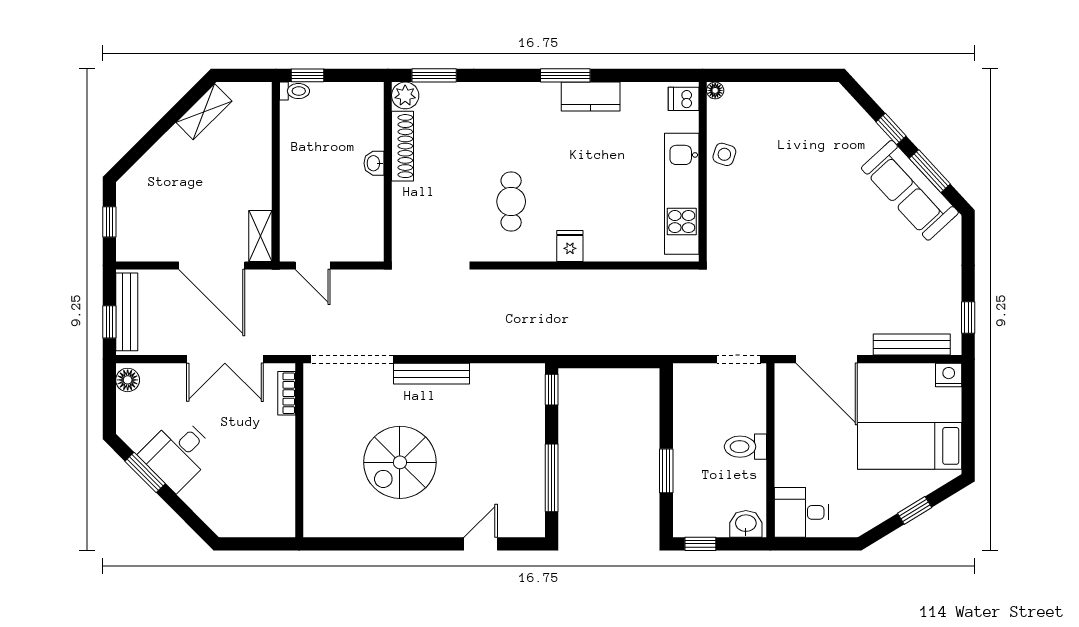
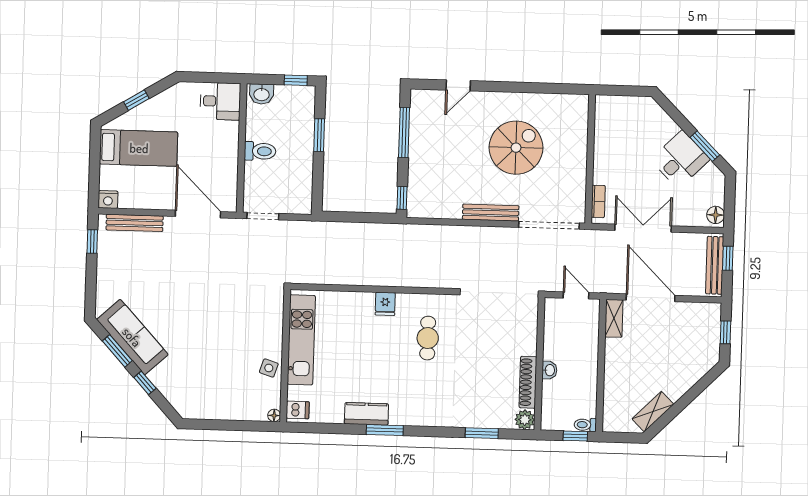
plant: (405, 95) -> (525, 420), moved
shoe rack: (402, 146) -> (528, 382), moved
washbasin: (374, 163) -> (549, 370), moved
wall: (388, 172) -> (539, 364), moved

